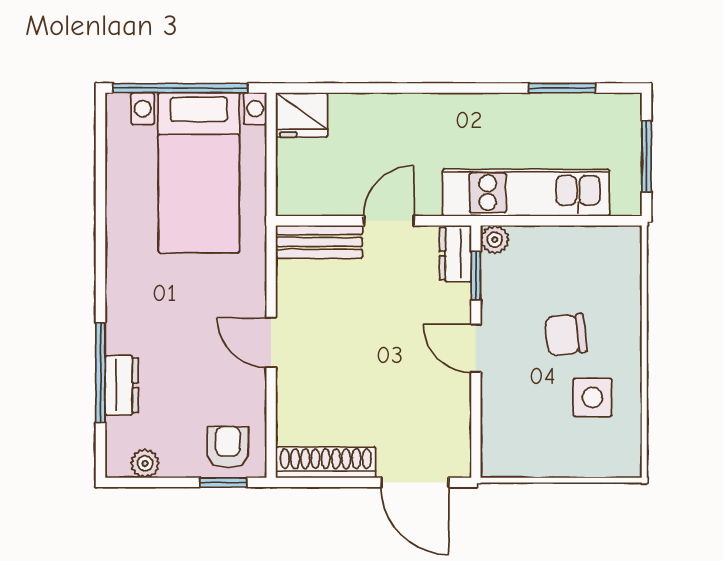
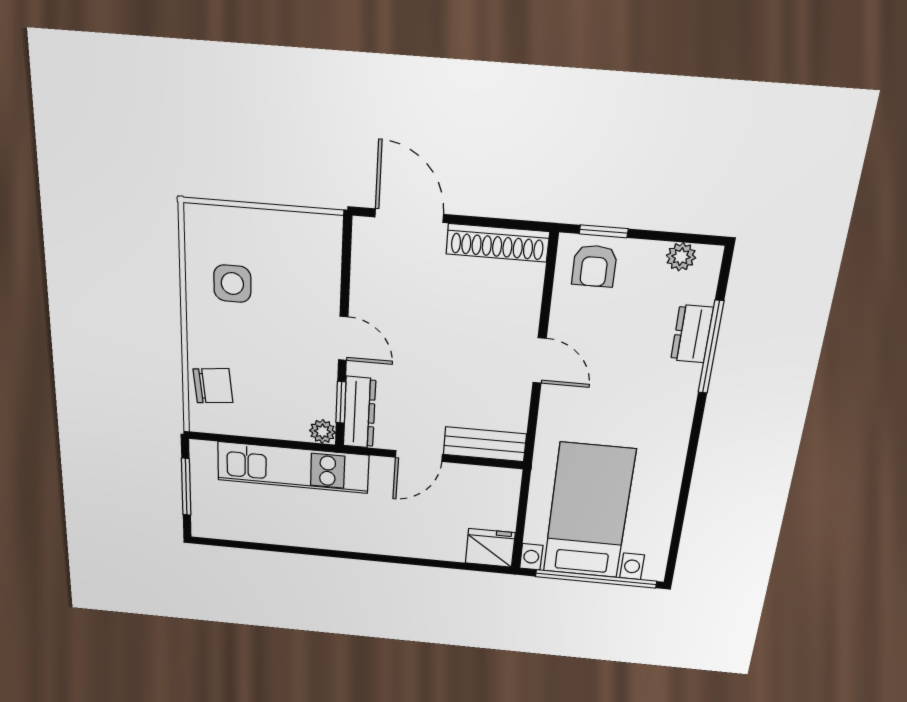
window: (562, 88) -> (260, 547), removed
dresser: (455, 254) -> (359, 412), width x1.44
chair: (566, 335) -> (213, 386), moved

